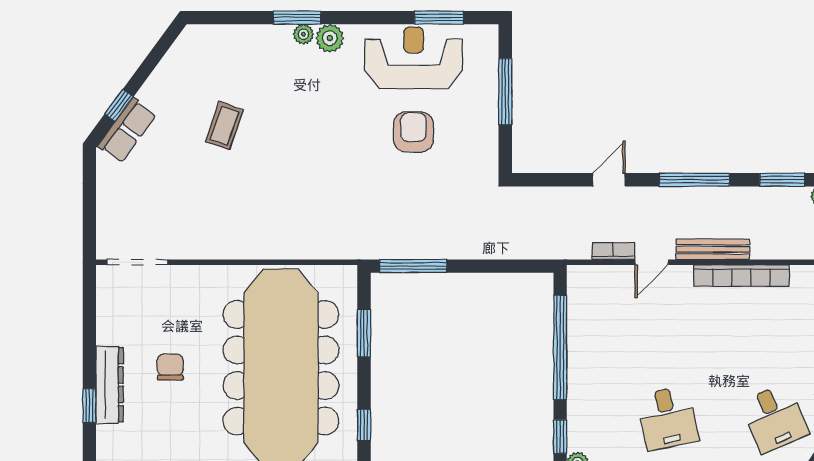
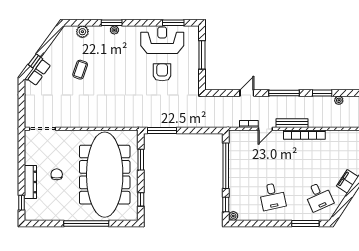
plant: (330, 38) -> (82, 32), moved
window: (89, 406) -> (22, 203), moved

